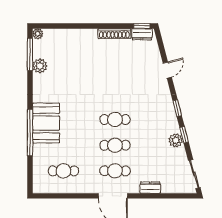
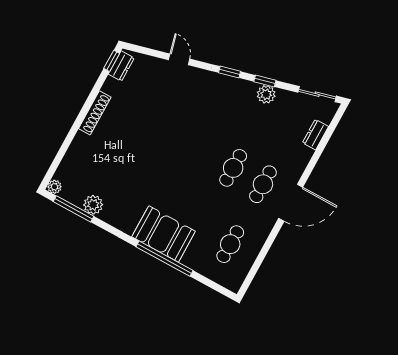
shoe rack: (114, 34) -> (95, 113), moved
cafe table: (115, 120) -> (203, 152), removed
dresser: (150, 188) -> (315, 135), moved

